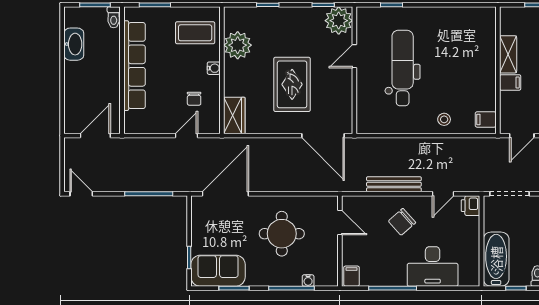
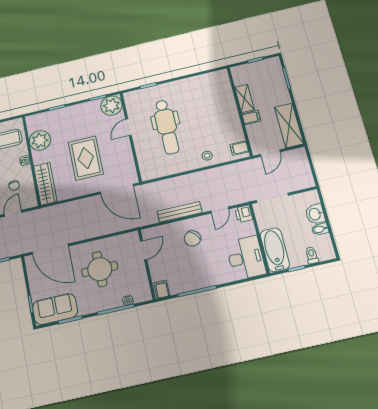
dental chair: (403, 68) -> (167, 127), turned 180
wardrobe: (234, 115) -> (45, 184), width x1.50
door: (225, 194) -> (50, 249), swing flipped
door: (340, 223) -> (144, 250), hinge flipped
desk: (433, 266) -> (246, 258), moved, turned -90

